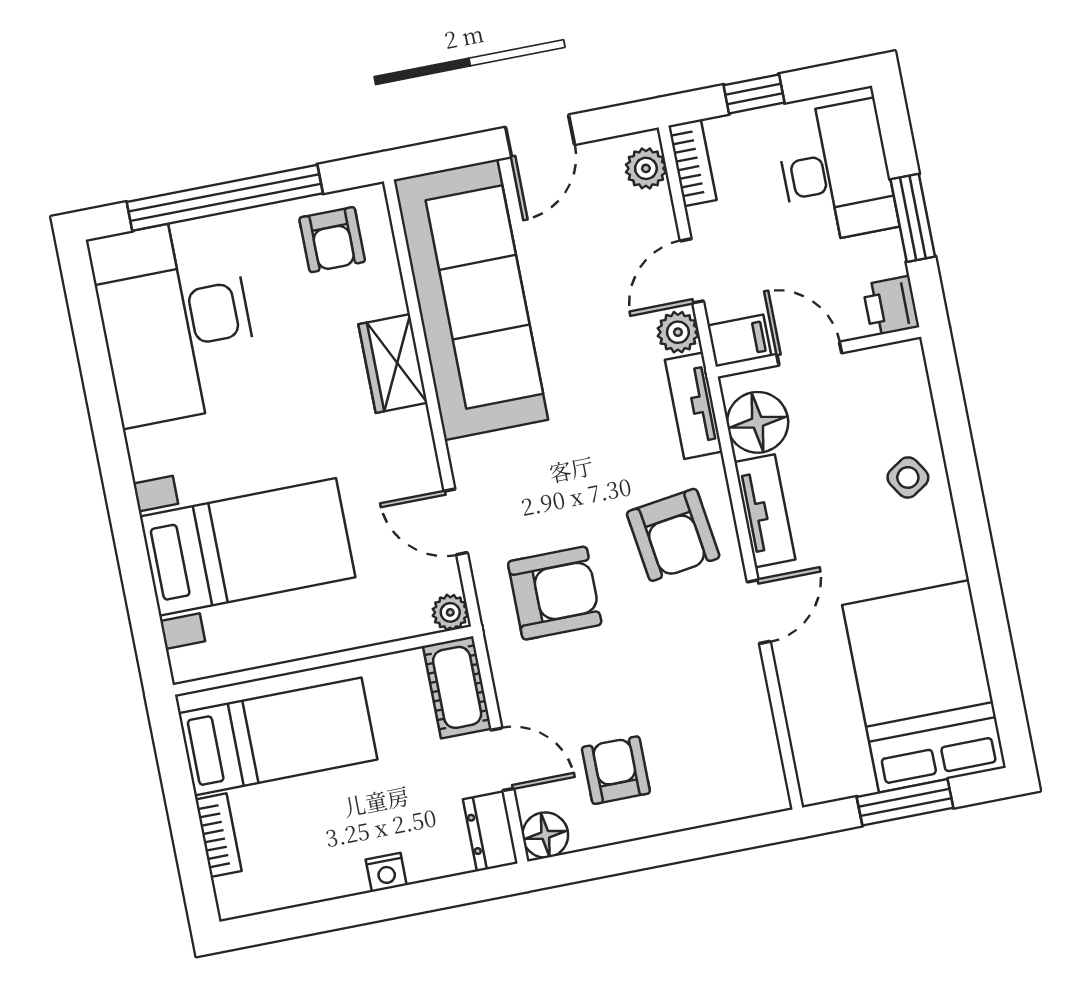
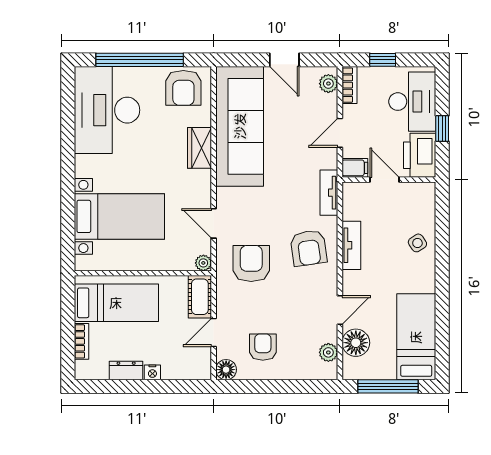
door: (540, 136) -> (284, 60), hinge flipped
window: (913, 218) -> (442, 129), width x0.67
armchair: (332, 240) -> (183, 88), width x1.38, depth x1.38
printer: (891, 306) -> (420, 155), width x1.87, depth x1.48
plant: (678, 332) -> (328, 352), moved
floor lamp: (758, 422) -> (356, 343), moved
armchair: (555, 593) -> (251, 263), turned -90
door: (759, 612) -> (340, 310), moved
bed: (924, 686) -> (416, 337), width x0.67
door: (502, 759) -> (214, 332), swing flipped
window: (905, 802) -> (388, 386), width x1.44
dresser: (490, 831) -> (126, 371), moved, turned 90

